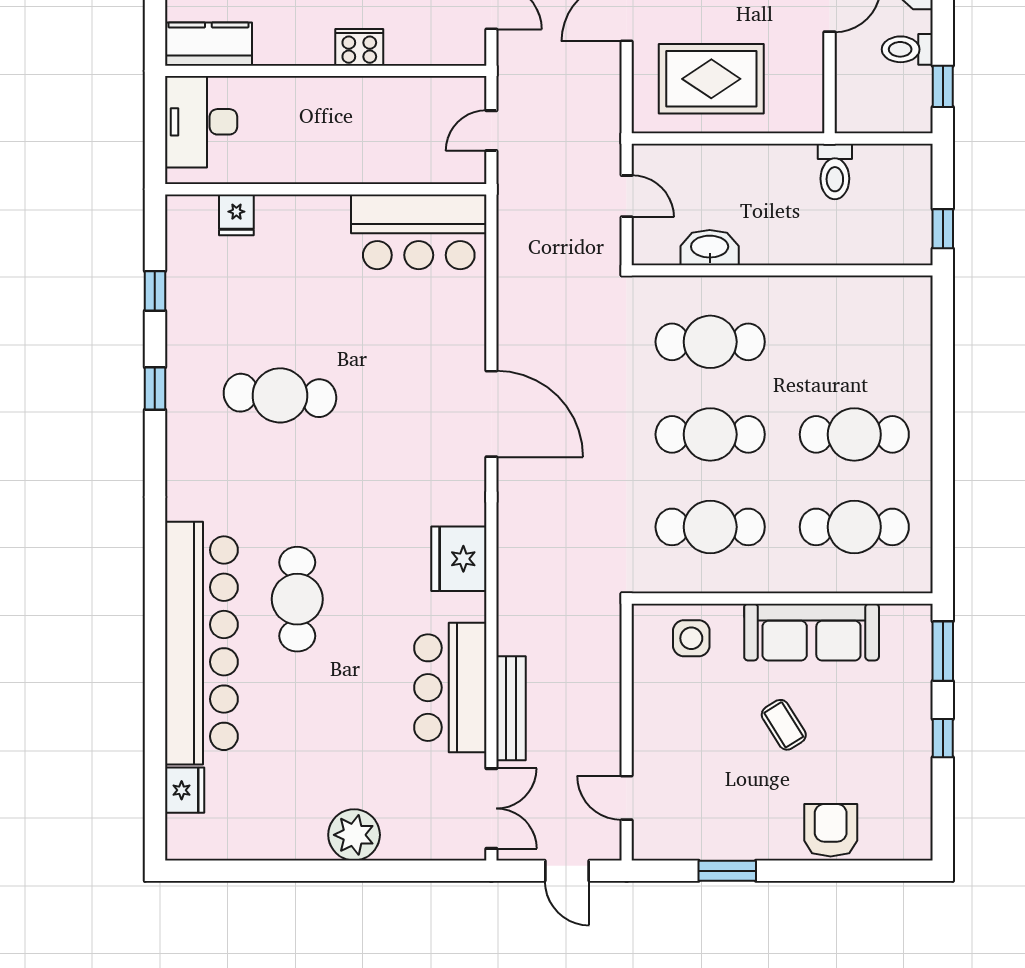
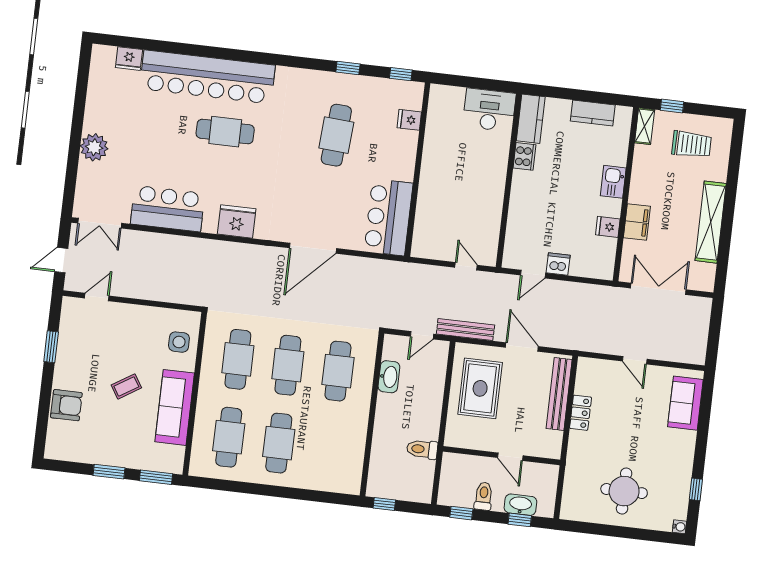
cooker: (359, 47) -> (525, 156), moved
wall: (326, 189) -> (417, 170), moved
fridge: (236, 215) -> (409, 120), moved
bar counter: (419, 232) -> (389, 217), moved
bench: (511, 708) -> (465, 330), moved
window: (943, 738) -> (109, 472), width x1.50

